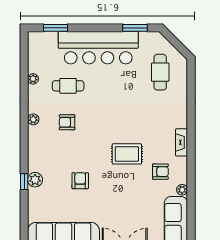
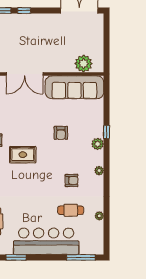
window: (56, 28) -> (81, 257), width x1.44
plant: (33, 119) -> (99, 171), moved
plant: (35, 180) -> (98, 144), moved

